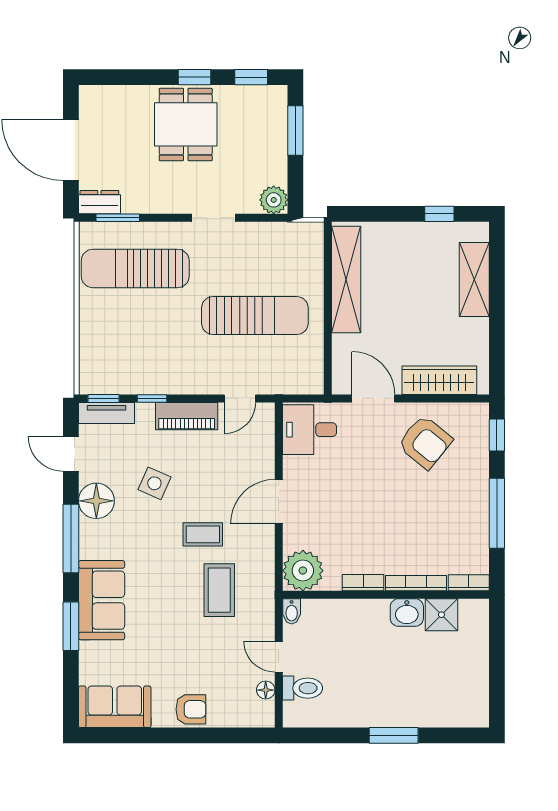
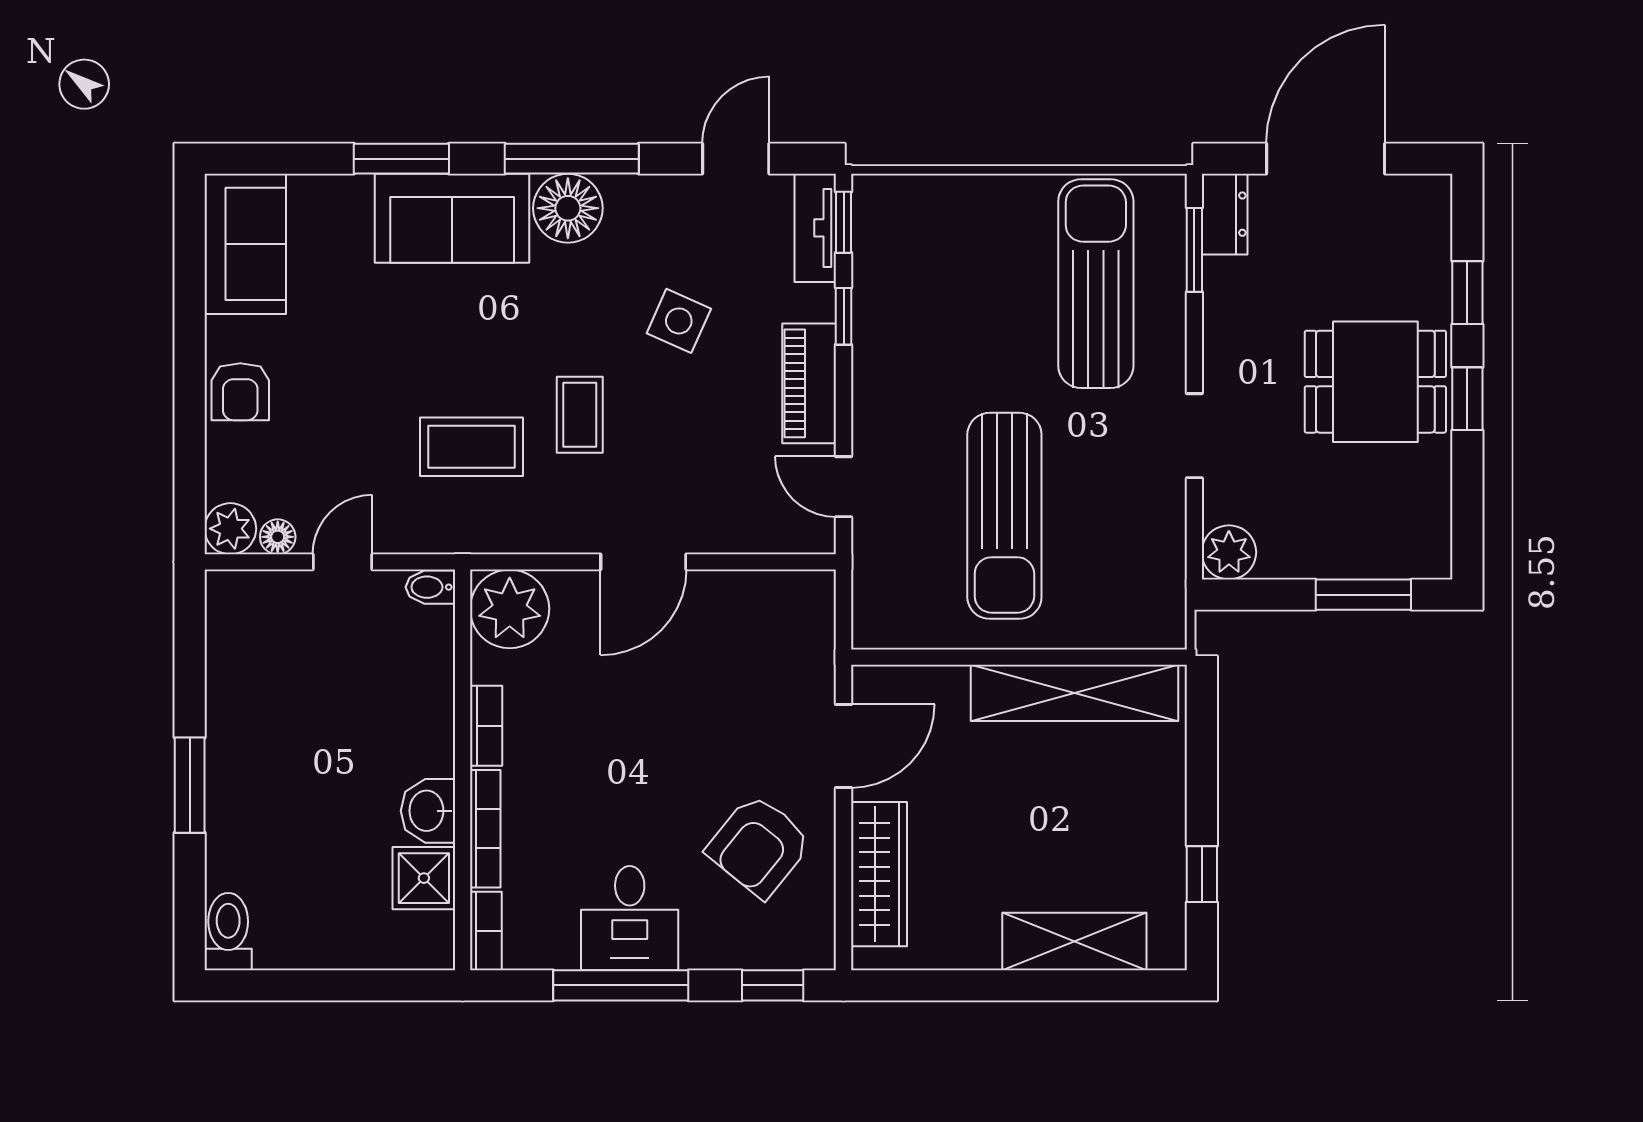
window: (251, 77) -> (1467, 293), moved
desk: (309, 430) -> (630, 918), moved, turned 180
floor lamp: (96, 501) -> (568, 208), moved
door: (279, 502) -> (643, 562), swing flipped
toilet: (302, 688) -> (228, 932), moved, turned 180
plant: (261, 714) -> (230, 529), added

